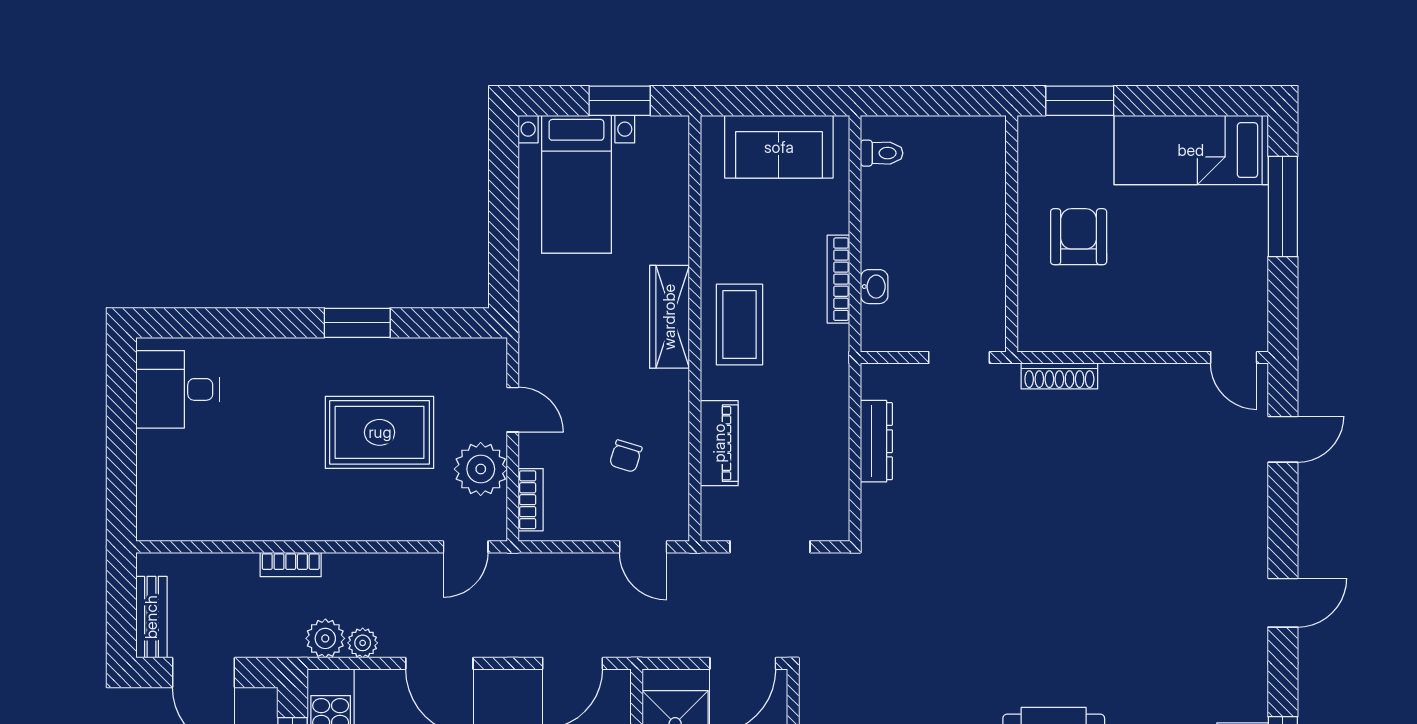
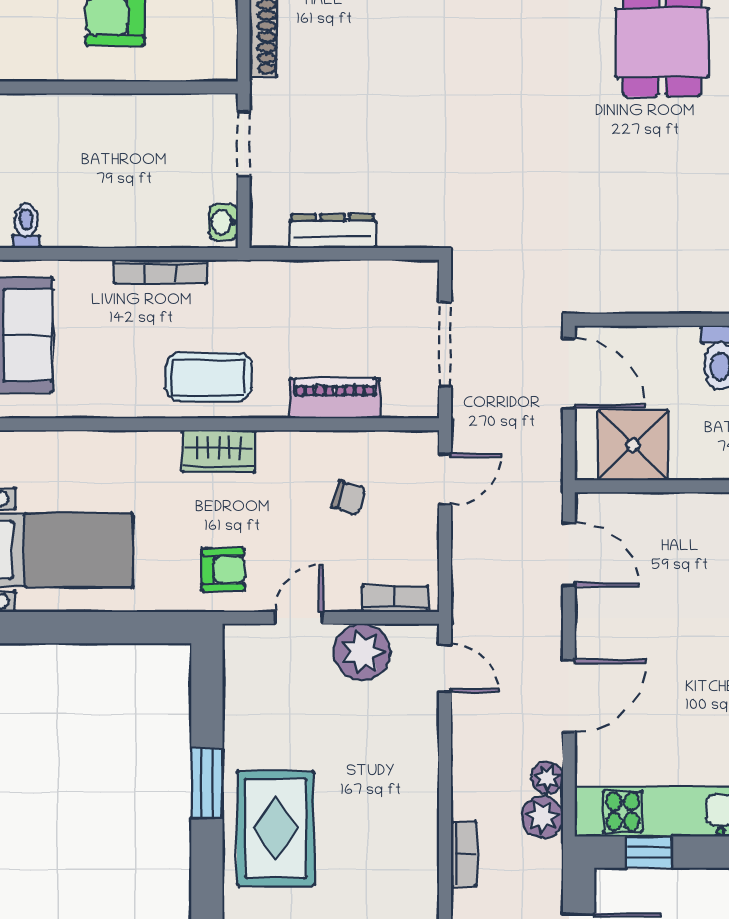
washbasin: (874, 287) -> (223, 222), moved, turned -90
wardrobe: (669, 317) -> (219, 451), width x0.67
armchair: (558, 338) -> (223, 570), added
rug: (380, 432) -> (275, 828), moved

